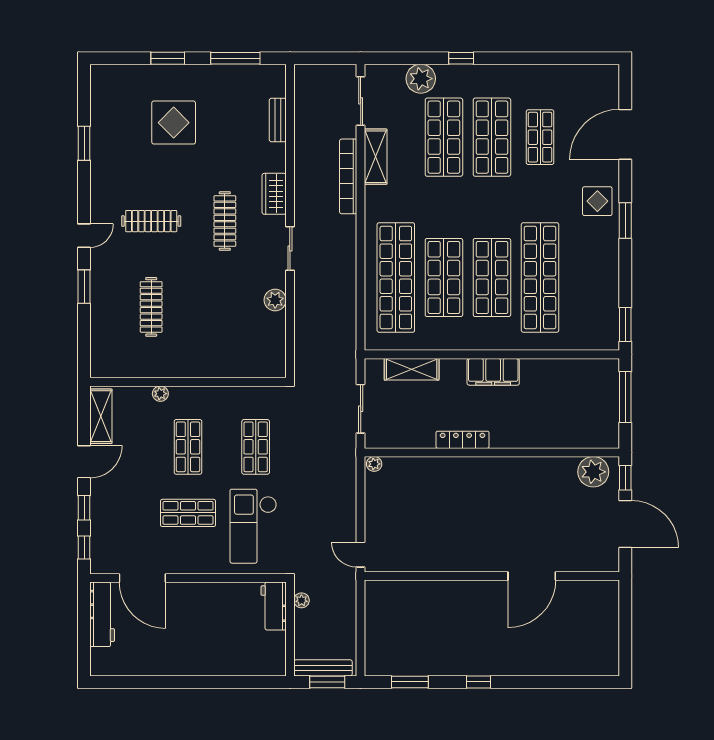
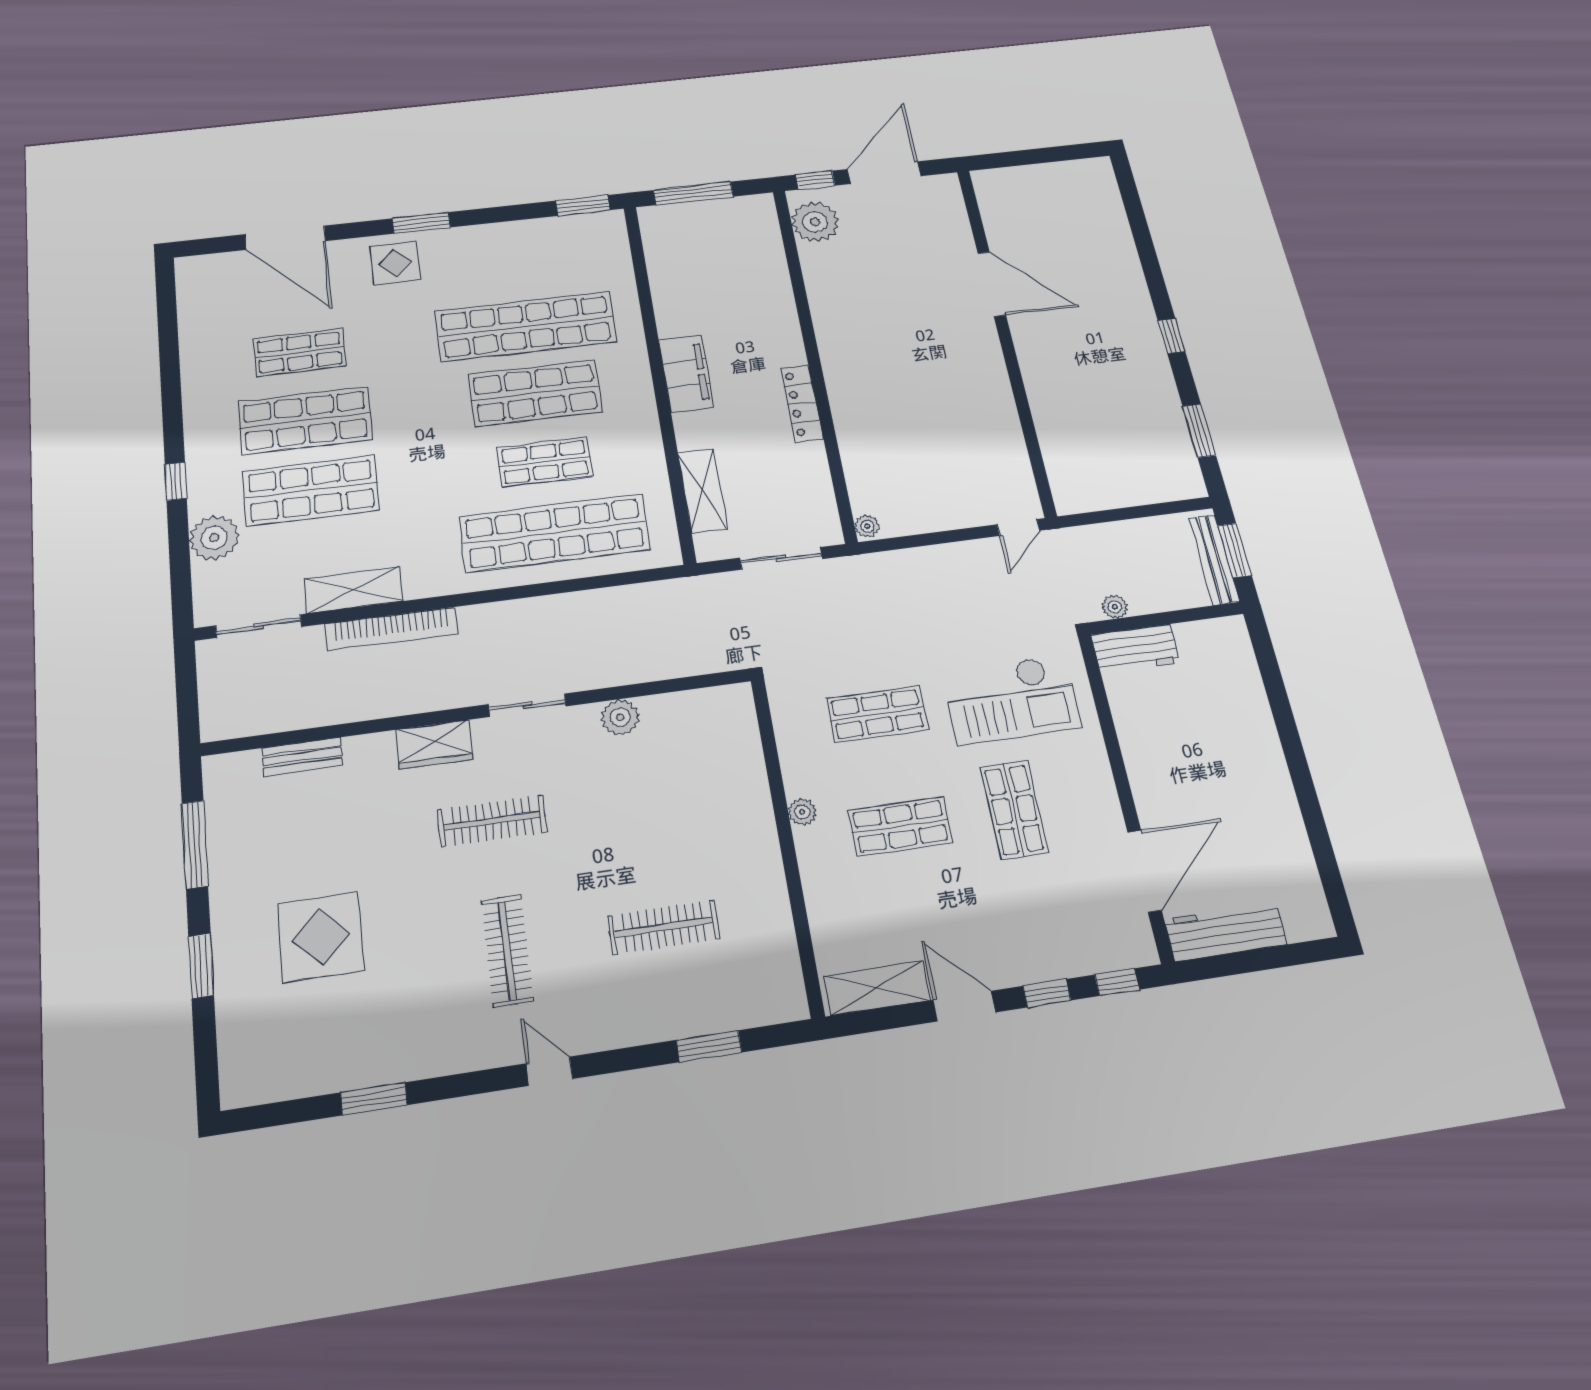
shop shelf: (444, 277) -> (545, 462), width x0.70, depth x0.74
window: (84, 287) -> (709, 1046), moved
plant: (160, 394) -> (802, 812), moved

